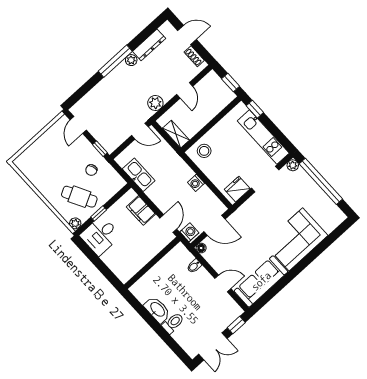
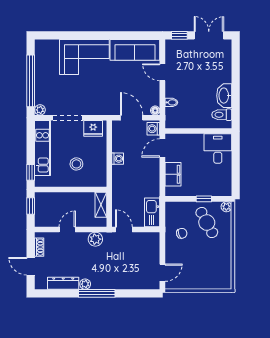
window: (100, 149) -> (162, 243), removed
stool: (204, 151) -> (76, 164), moved
kitchen sink: (139, 175) -> (152, 212), moved
desk: (100, 236) -> (218, 149), moved, turned -90
toilet: (173, 323) -> (222, 115), moved

